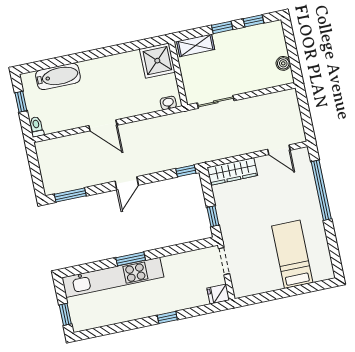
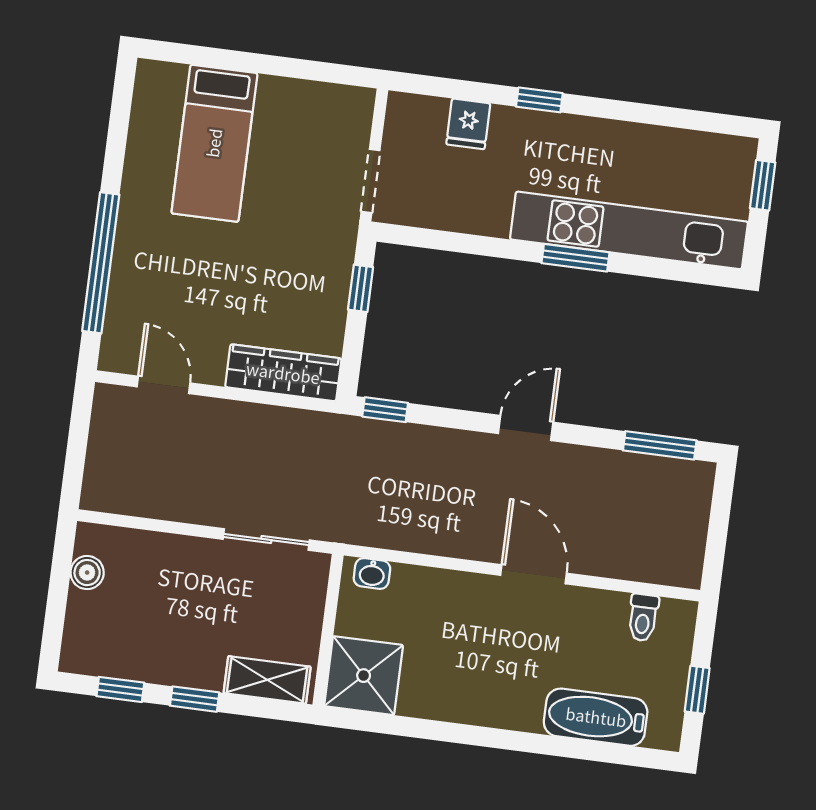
toilet: (36, 127) -> (643, 618), moved
fridge: (218, 294) -> (468, 124), moved, turned 90

